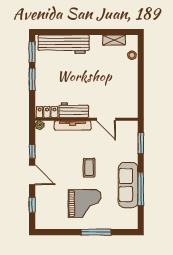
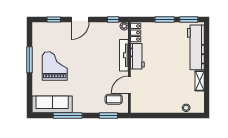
shelving: (114, 40) -> (200, 81), moved
window: (32, 151) -> (113, 19), moved
coffee table: (89, 168) -> (114, 99), moved
sofa: (128, 185) -> (52, 104), moved
grand piano: (85, 204) -> (55, 66), turned 180
window: (96, 232) -> (29, 60), moved

